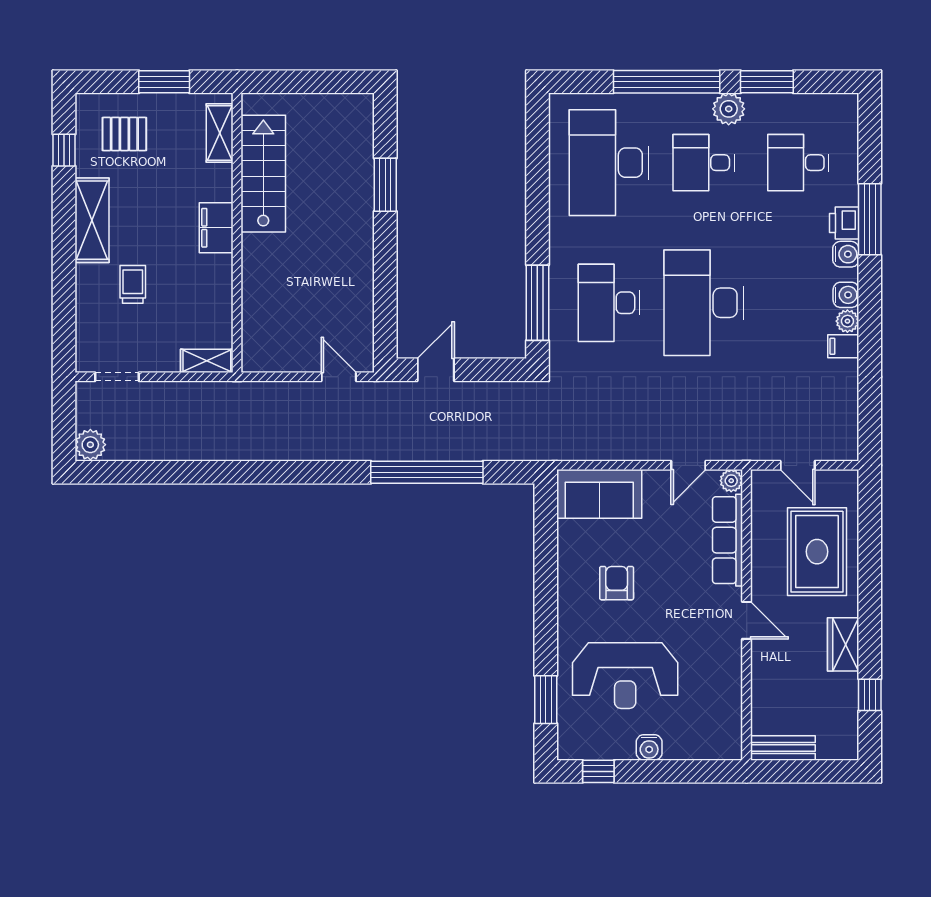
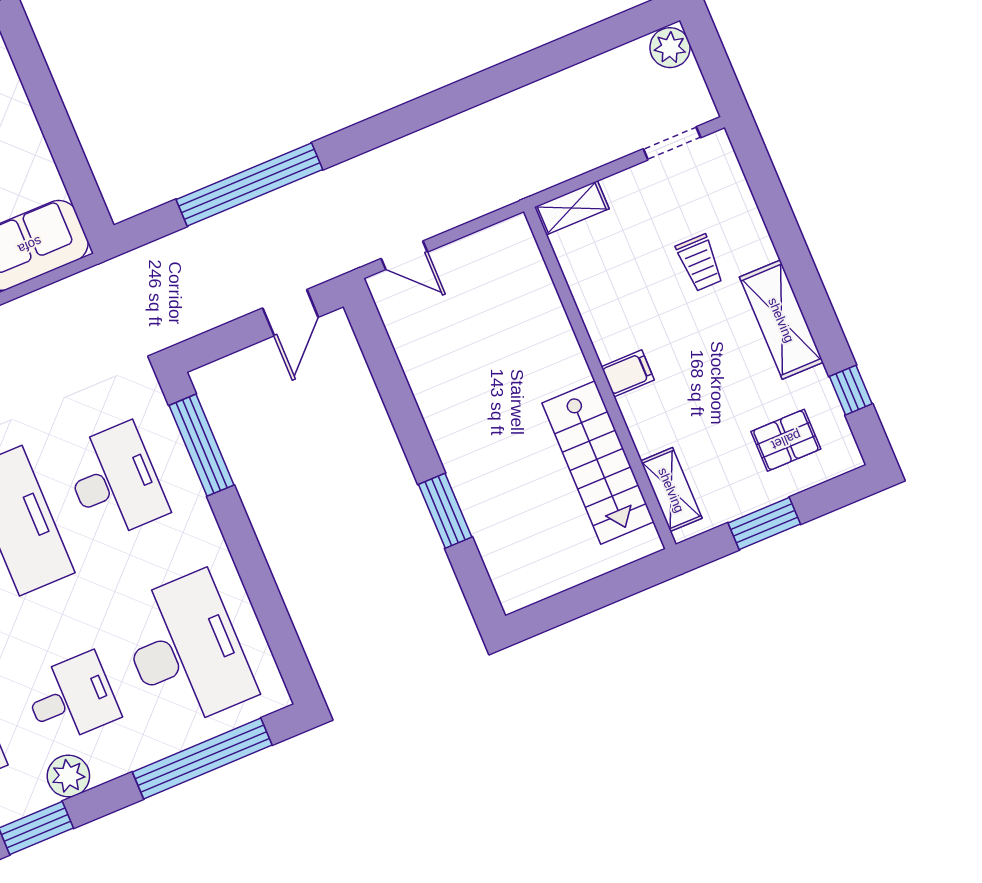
window: (667, 82) -> (202, 758), moved
filing cabinet: (216, 228) -> (628, 373), width x0.50

